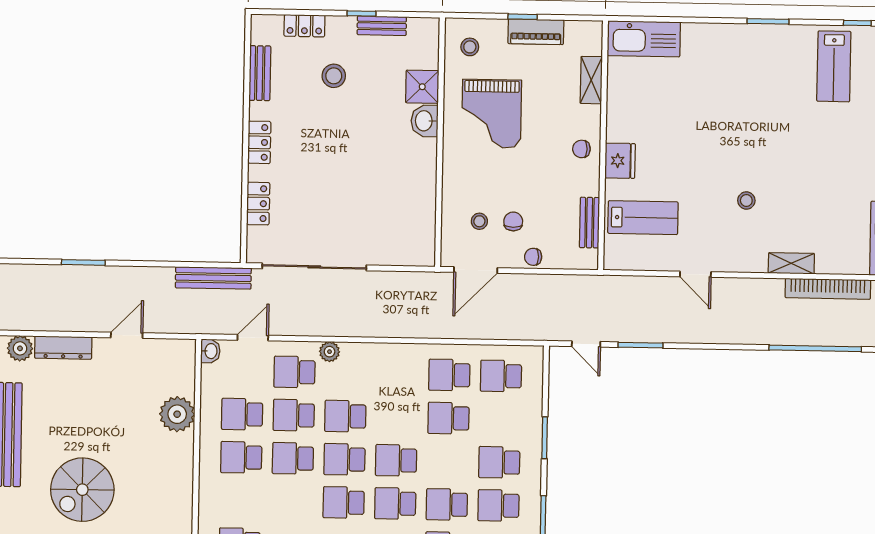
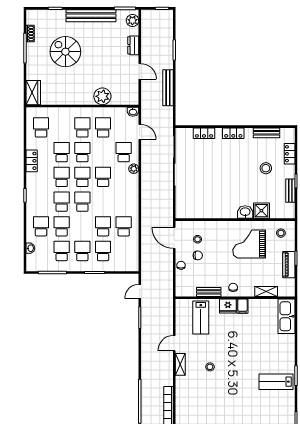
lab bench: (834, 66) -> (276, 382), moved
filing cabinet: (621, 130) -> (242, 306), added
bench: (589, 223) -> (209, 292), moved
shelving: (791, 263) -> (180, 364), moved
bench: (213, 278) -> (168, 88), moved
dresser: (63, 348) -> (133, 45), width x0.70
school desk: (501, 376) -> (103, 251), moved
school desk: (294, 415) -> (62, 152), moved

